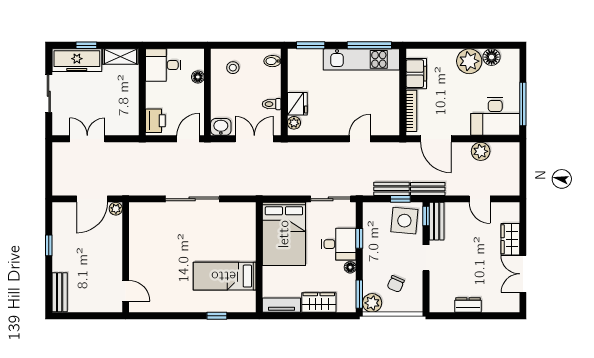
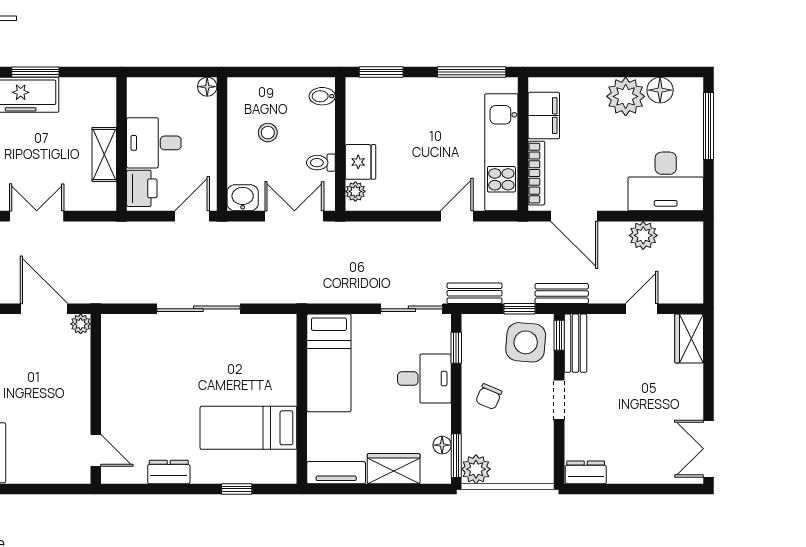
window: (86, 45) -> (35, 72), width x1.50
shelving: (120, 57) -> (104, 154), moved, turned 90
kitchen unit: (361, 59) -> (501, 152), moved, turned 90
desk: (163, 65) -> (154, 143), moved
stool: (233, 68) -> (268, 133), moved
floor lamp: (198, 77) -> (207, 87), moved
window: (523, 104) -> (708, 126), moved
bench: (391, 189) -> (475, 293), moved
door: (92, 199) -> (44, 309), swing flipped
door: (480, 199) -> (642, 309), swing flipped
bed: (284, 234) -> (329, 363), width x0.67
window: (359, 238) -> (456, 348), moved
wardrobe: (510, 239) -> (689, 339), moved
floor lamp: (350, 267) -> (442, 445), moved
double door: (523, 274) -> (708, 449), moved
chair: (396, 284) -> (489, 397), moved
dresser: (173, 305) -> (169, 472), added
dresser: (468, 305) -> (586, 472), moved

